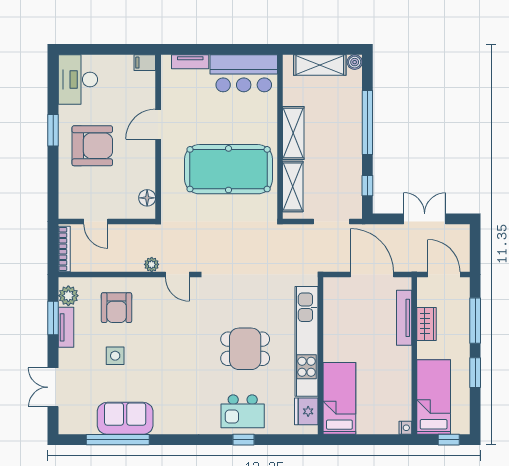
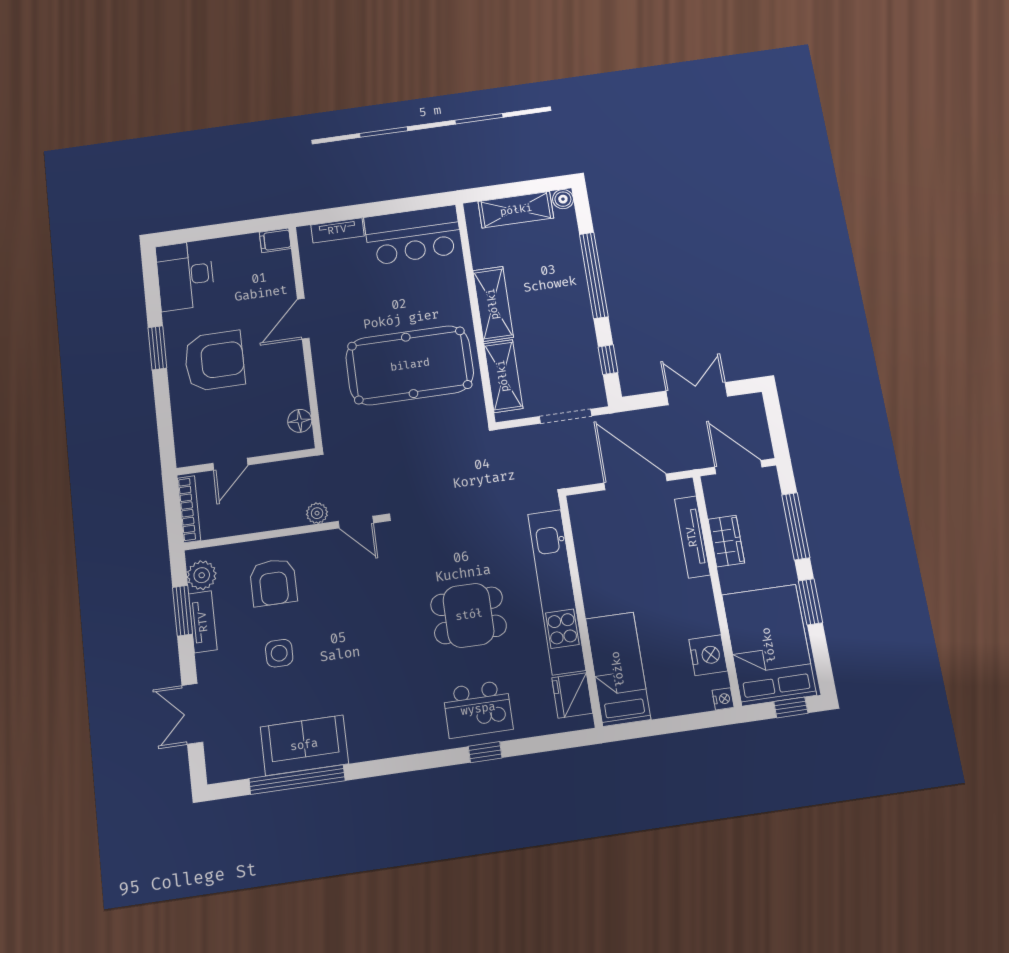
door: (96, 222) -> (230, 464), hinge flipped
bed: (434, 397) -> (769, 645), width x1.50
nightstand: (401, 398) -> (708, 655), added

